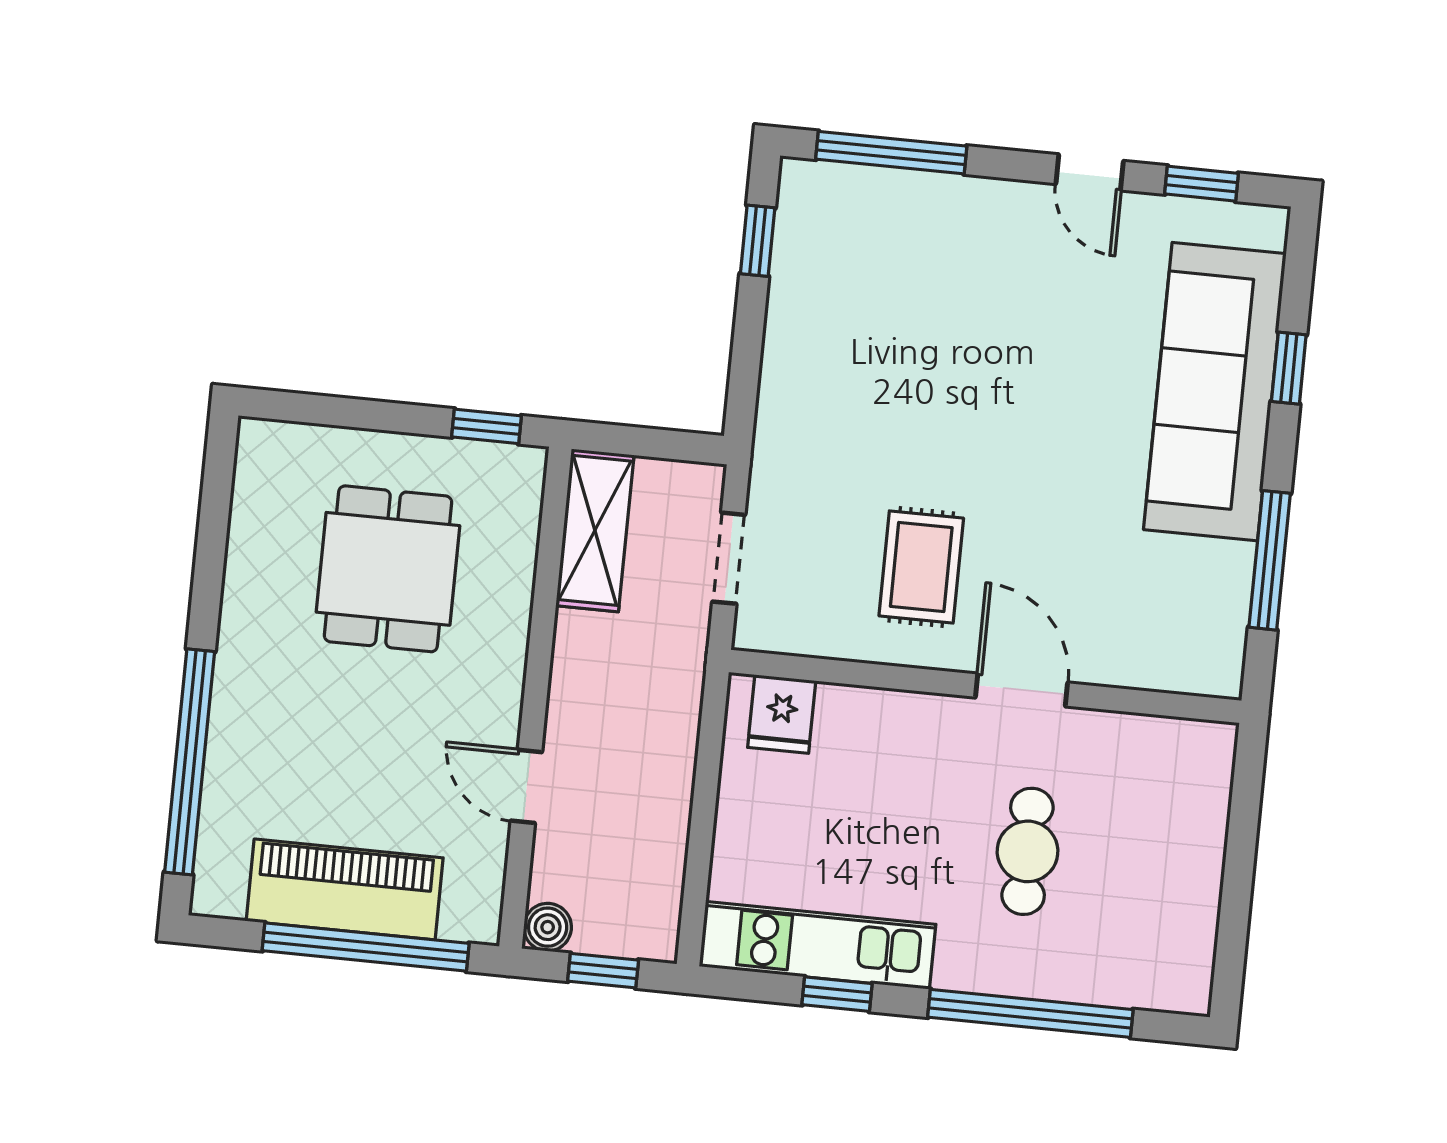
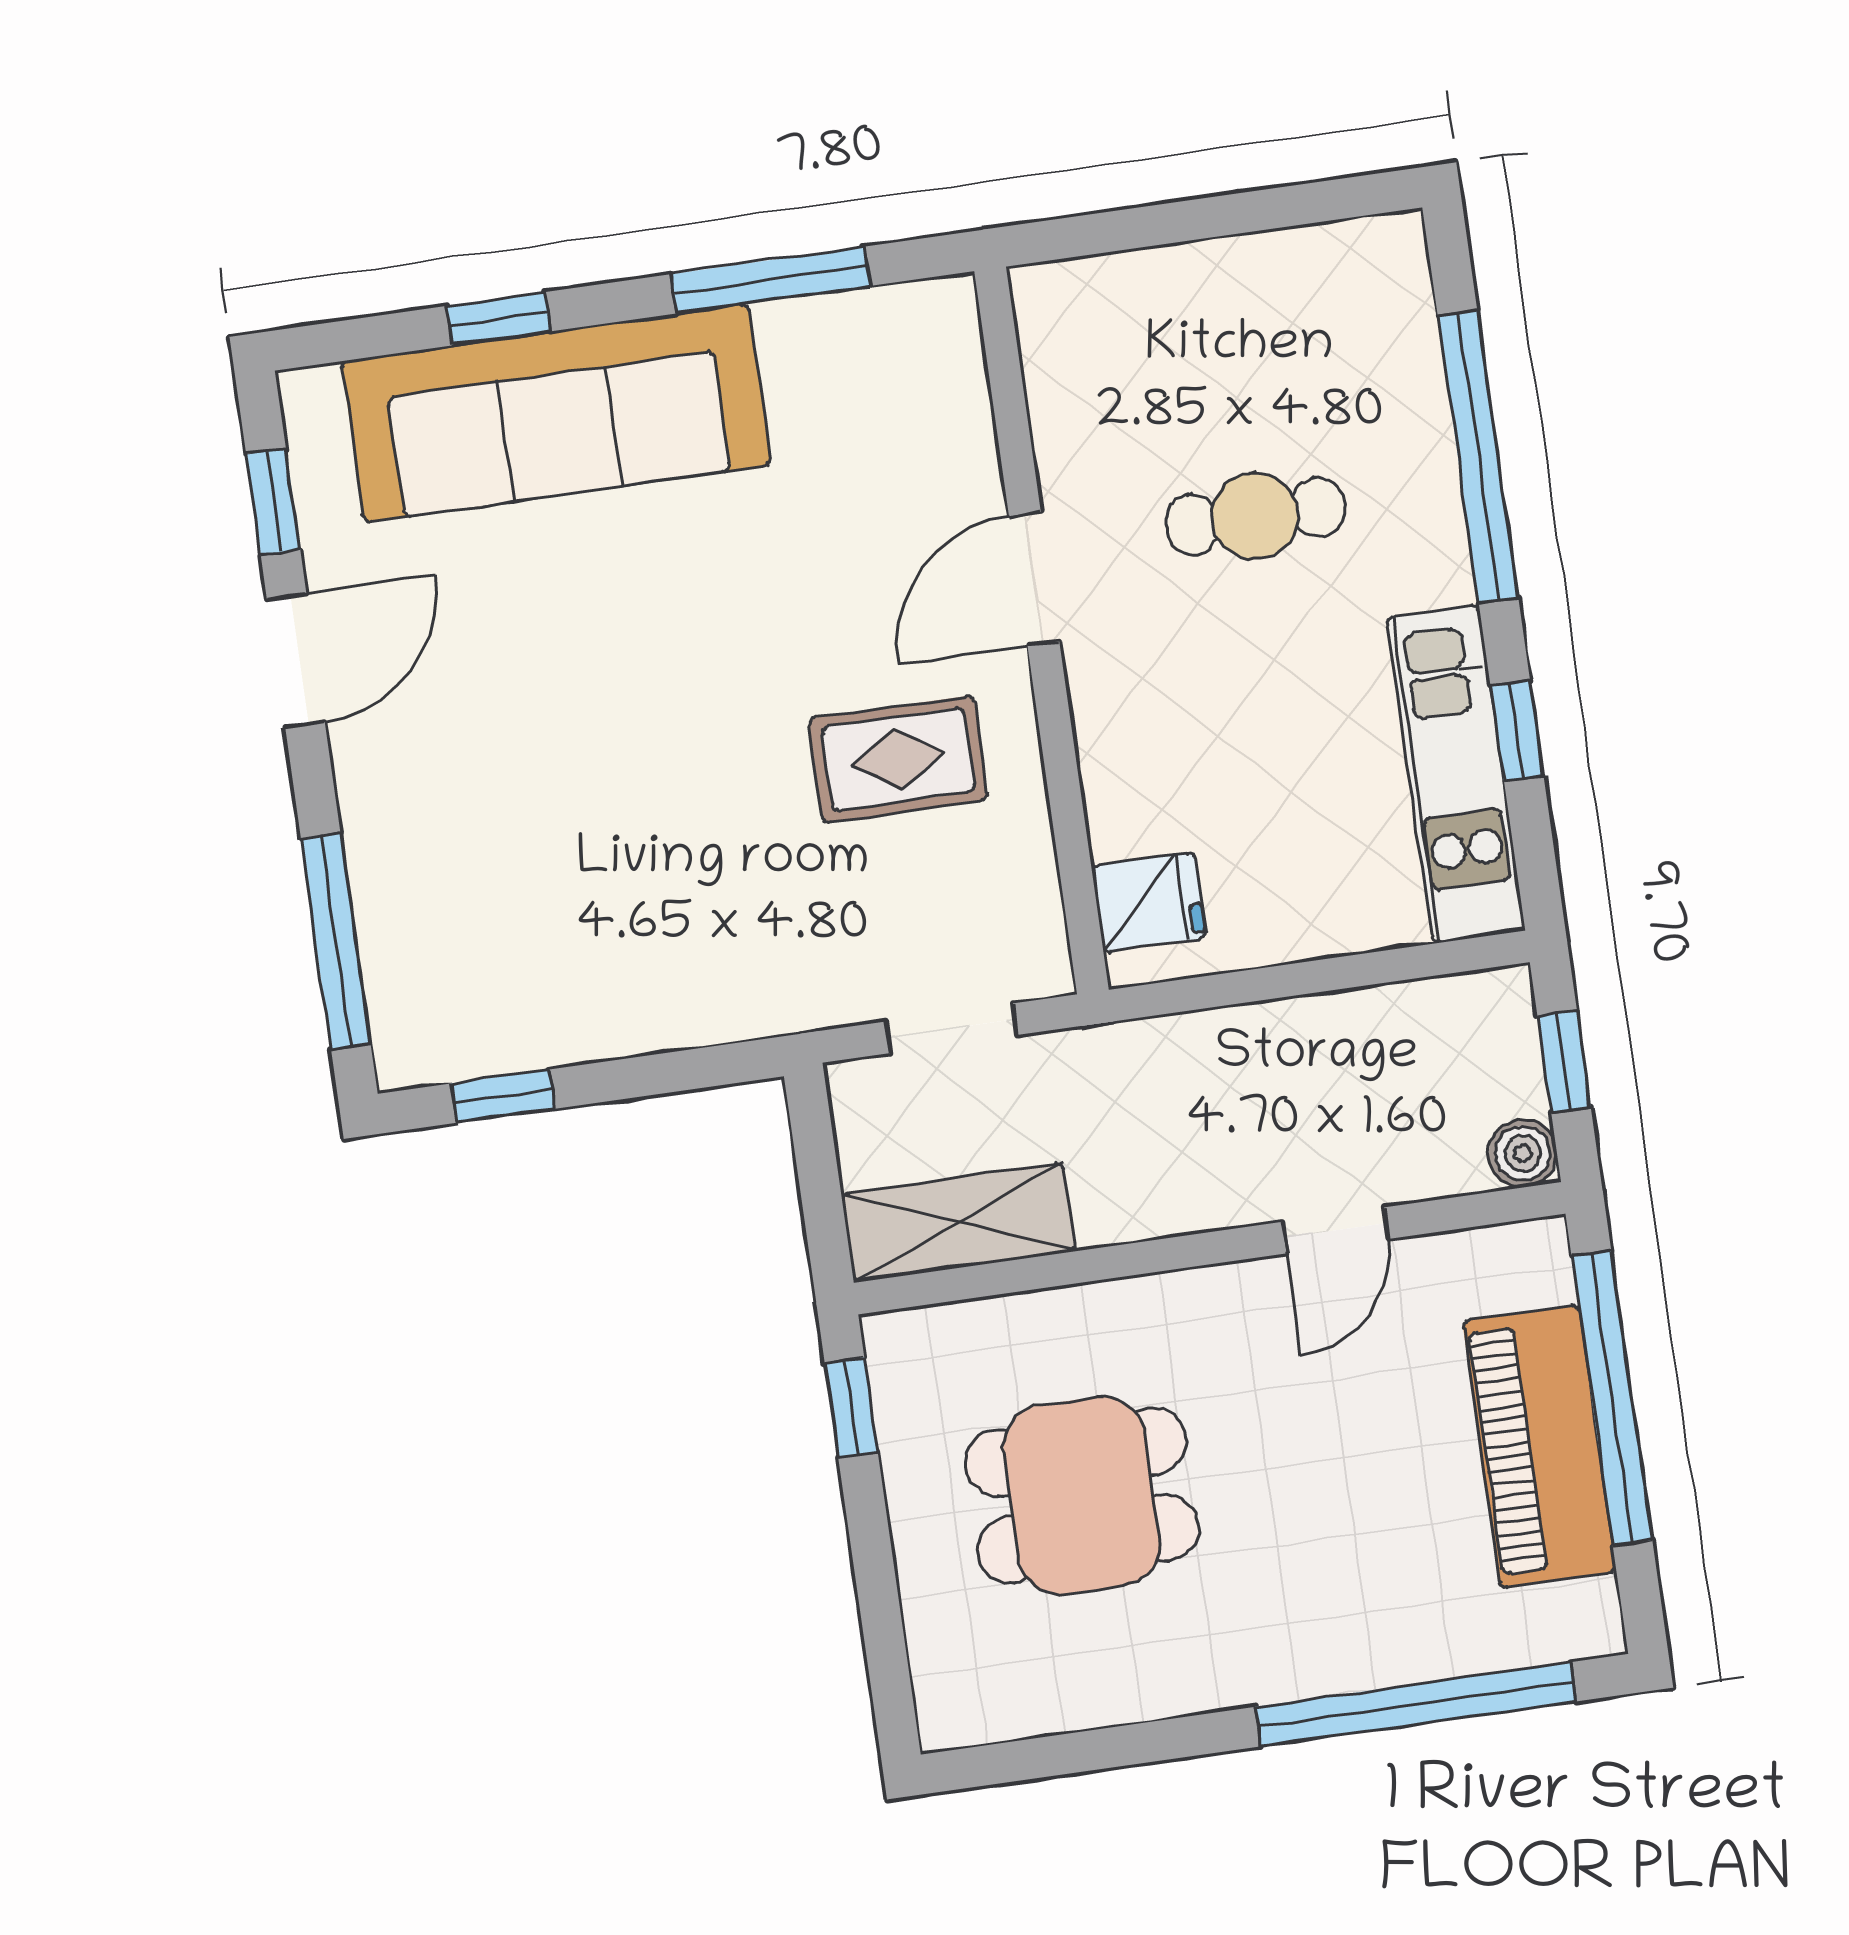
door: (1090, 172) -> (296, 660), width x1.38

